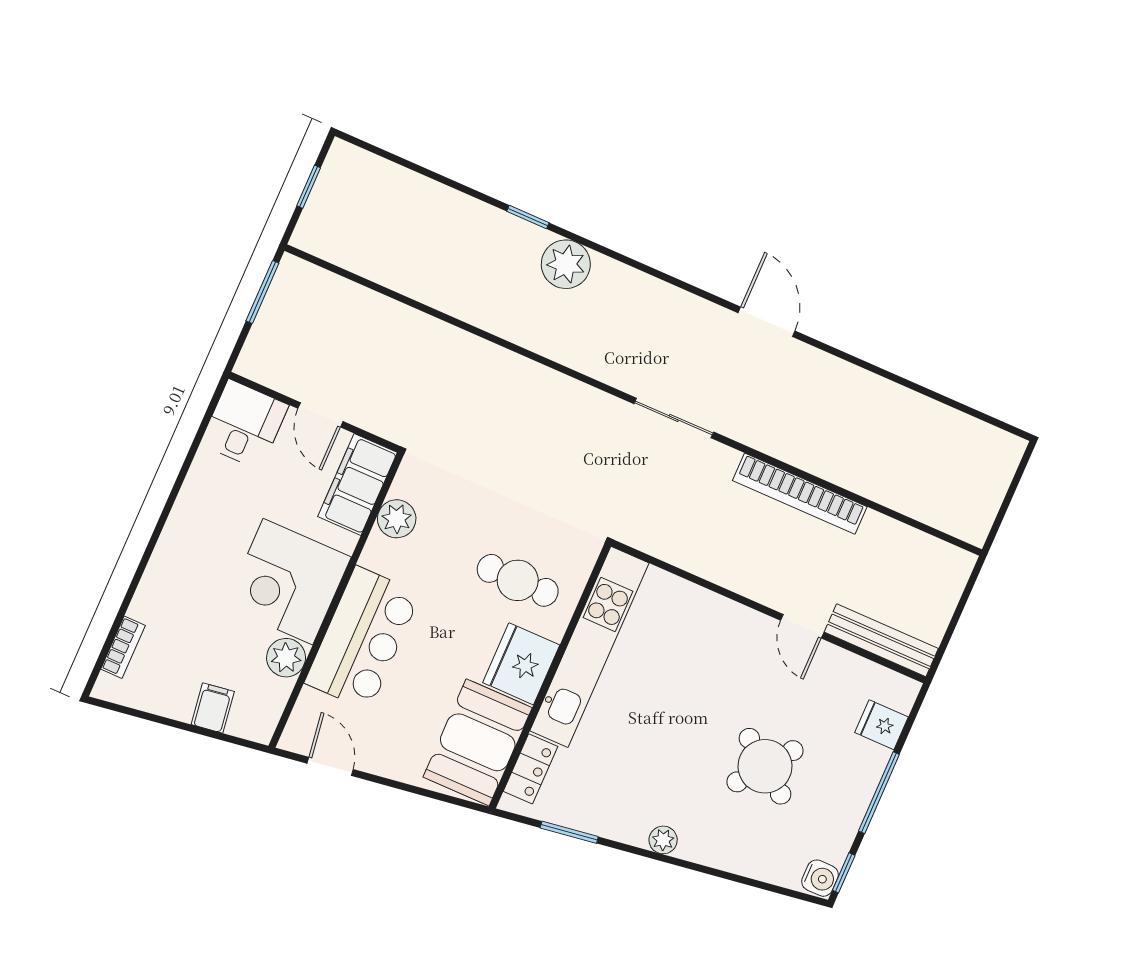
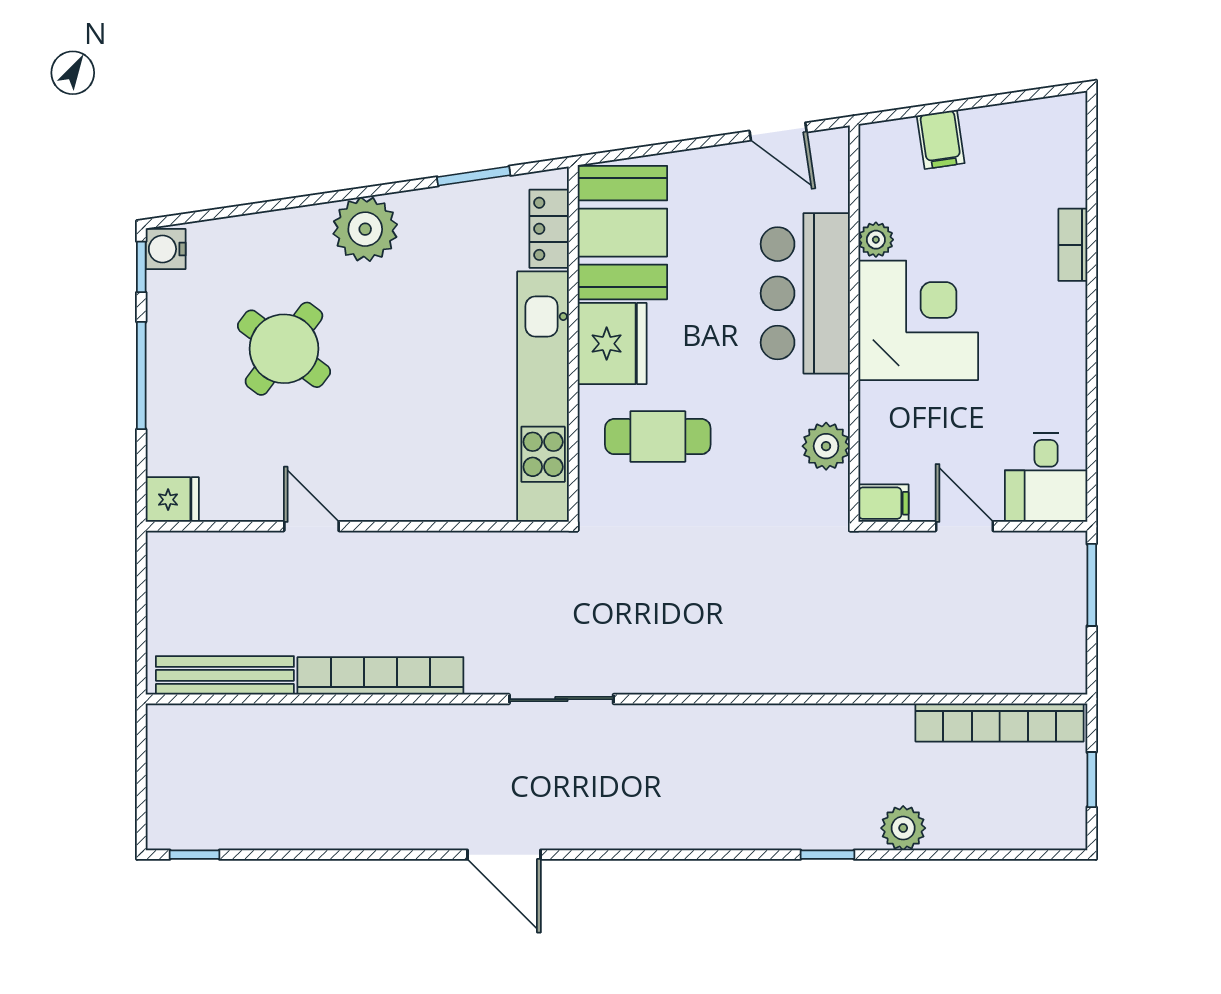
bookcase: (358, 259) -> (1000, 722), added
plant: (566, 264) -> (903, 828), moved, width x0.73, depth x0.73
window: (262, 292) -> (1092, 585), moved
window: (995, 422) -> (195, 855), added
filing cabinet: (357, 485) -> (883, 503), width x0.33, depth x0.86
bench: (881, 640) -> (225, 675), moved
bookcase: (123, 647) -> (1073, 245), moved
plant: (286, 658) -> (876, 240), width x0.73, depth x0.73
fridge: (882, 725) -> (172, 500), moved
plant: (663, 840) -> (365, 229), width x1.87, depth x1.87

